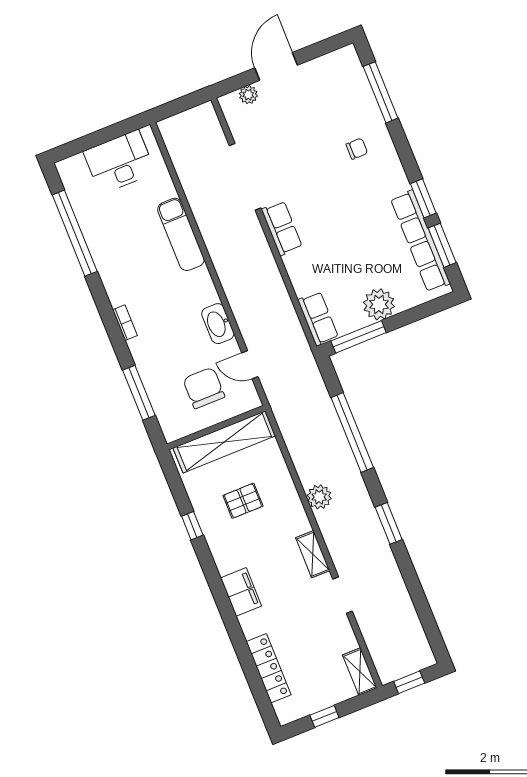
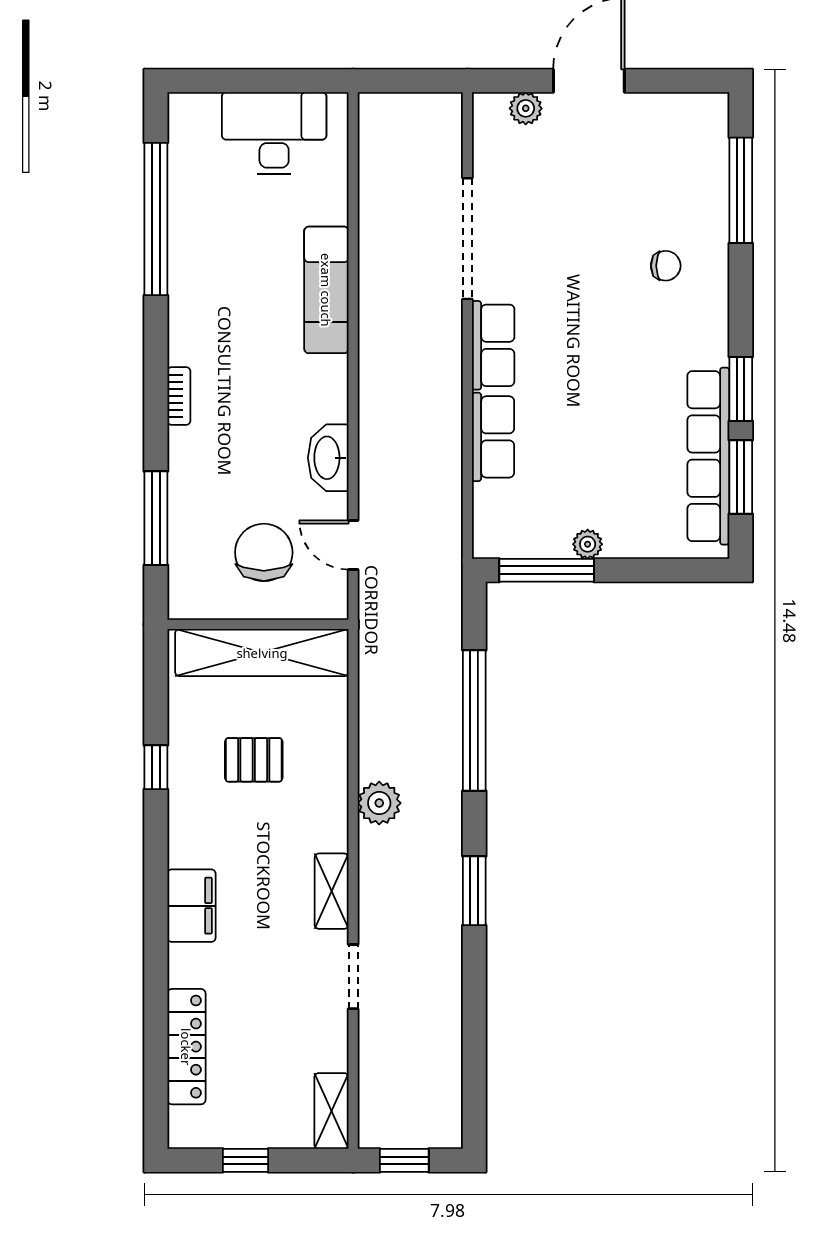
plant: (379, 304) -> (588, 544), width x0.53, depth x0.53
row of seats: (318, 319) -> (493, 437), moved

